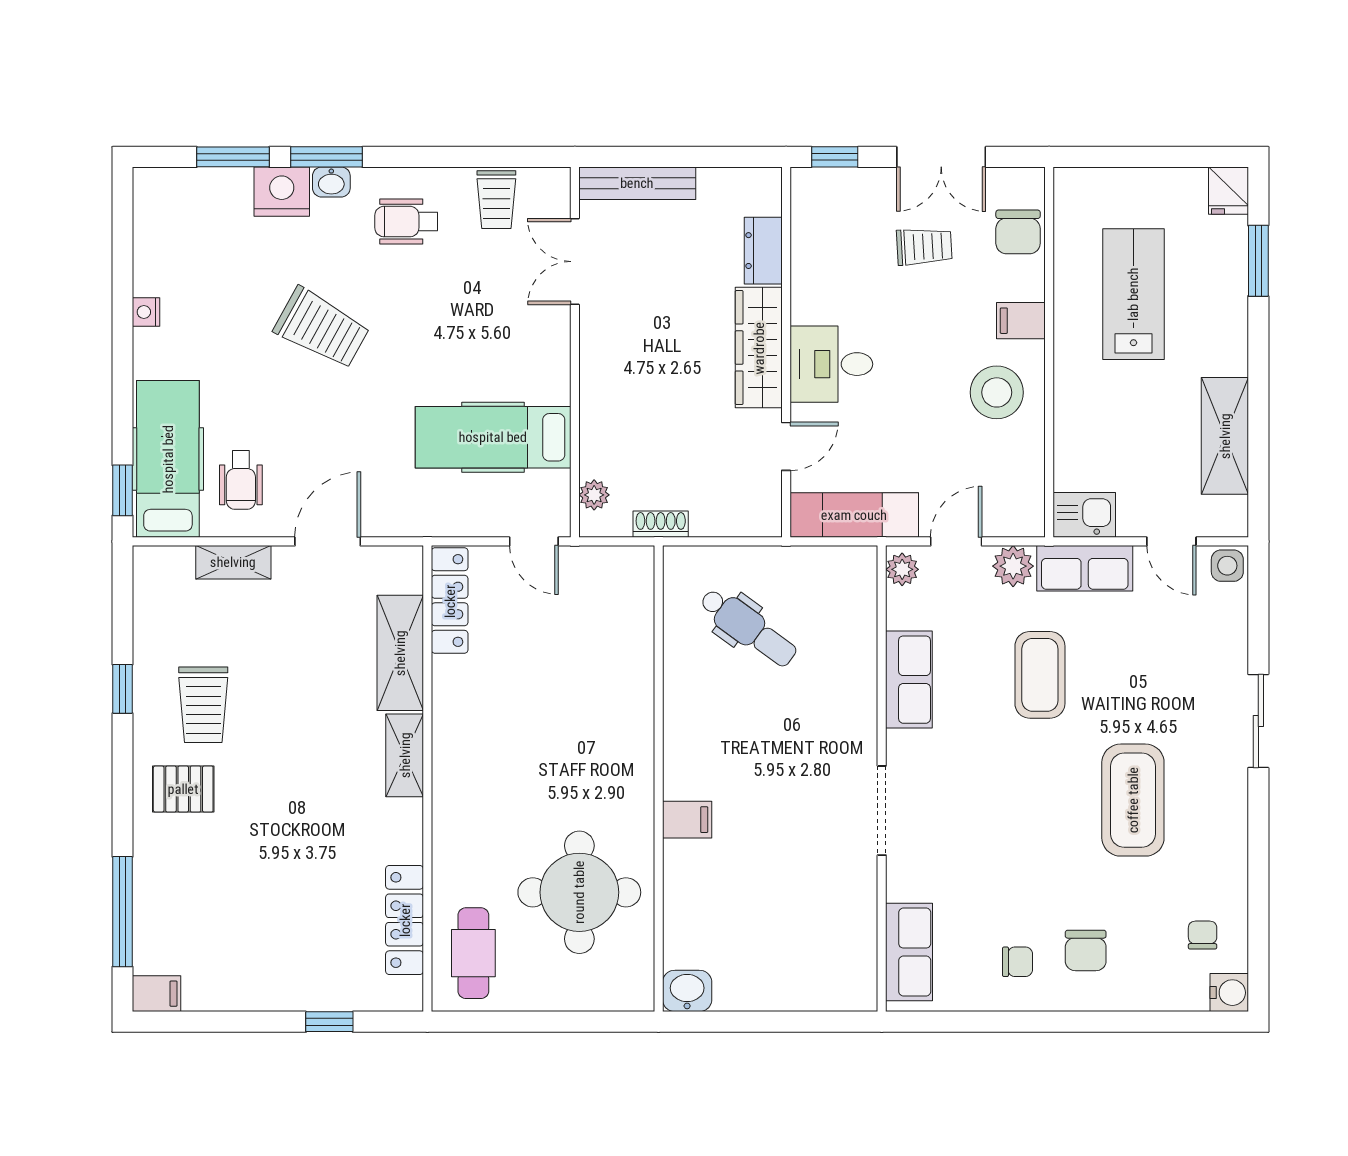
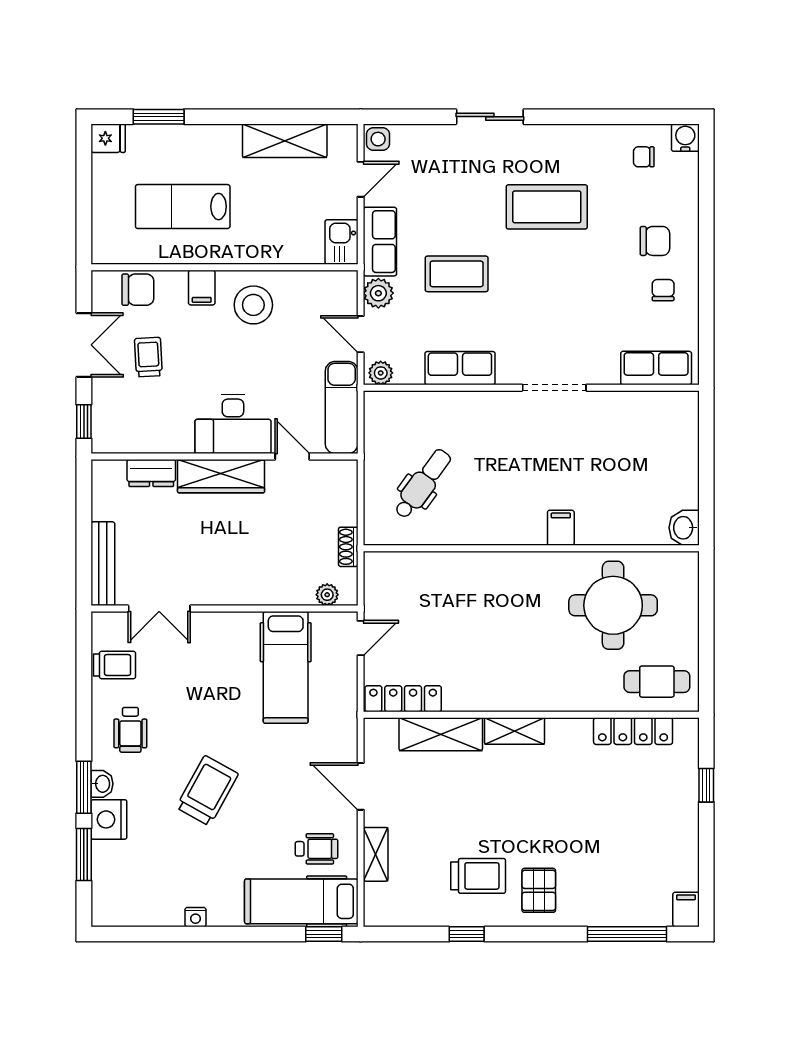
desk: (831, 364) -> (233, 424), width x1.37

